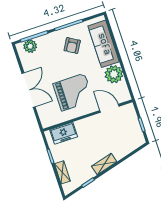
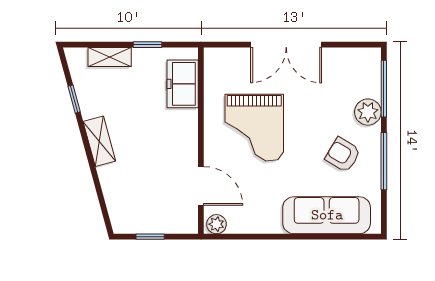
plant: (30, 46) -> (368, 112), moved
plant: (114, 74) -> (216, 224), moved, width x0.53, depth x0.53
door: (109, 108) -> (201, 186), hinge flipped

